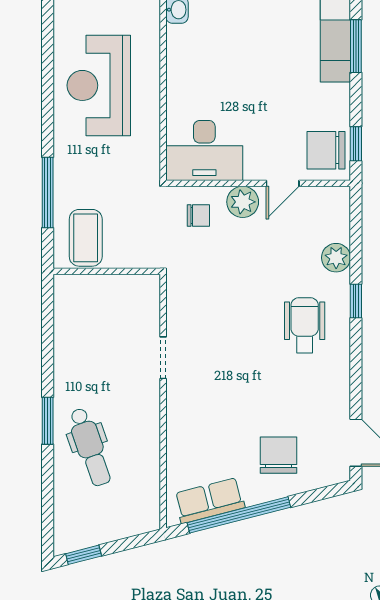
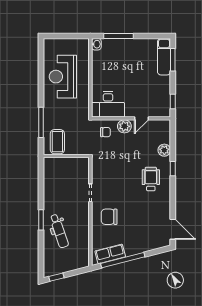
chair: (326, 150) -> (160, 104), removed
chair: (278, 455) -> (109, 217), moved, turned -90

